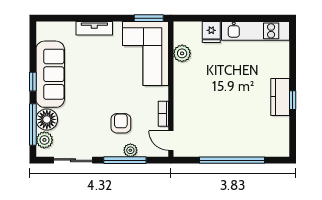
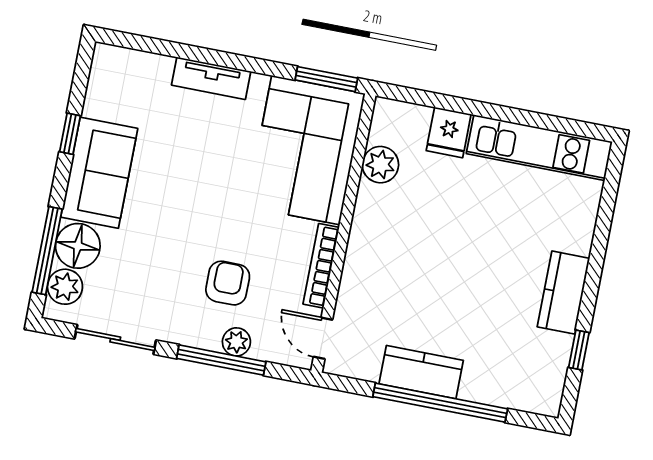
sofa: (50, 74) -> (99, 173), width x0.73
window: (33, 82) -> (70, 134), moved
window: (293, 100) -> (579, 350), moved
bookcase: (163, 114) -> (321, 266), width x1.56
kitchen counter: (220, 148) -> (421, 372), added

